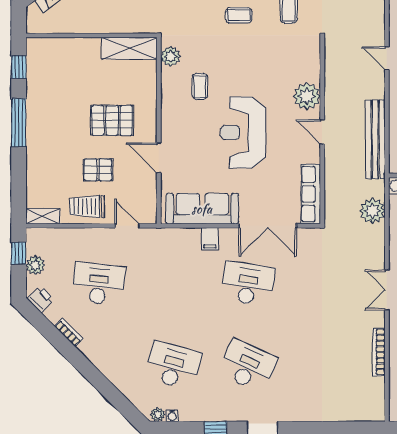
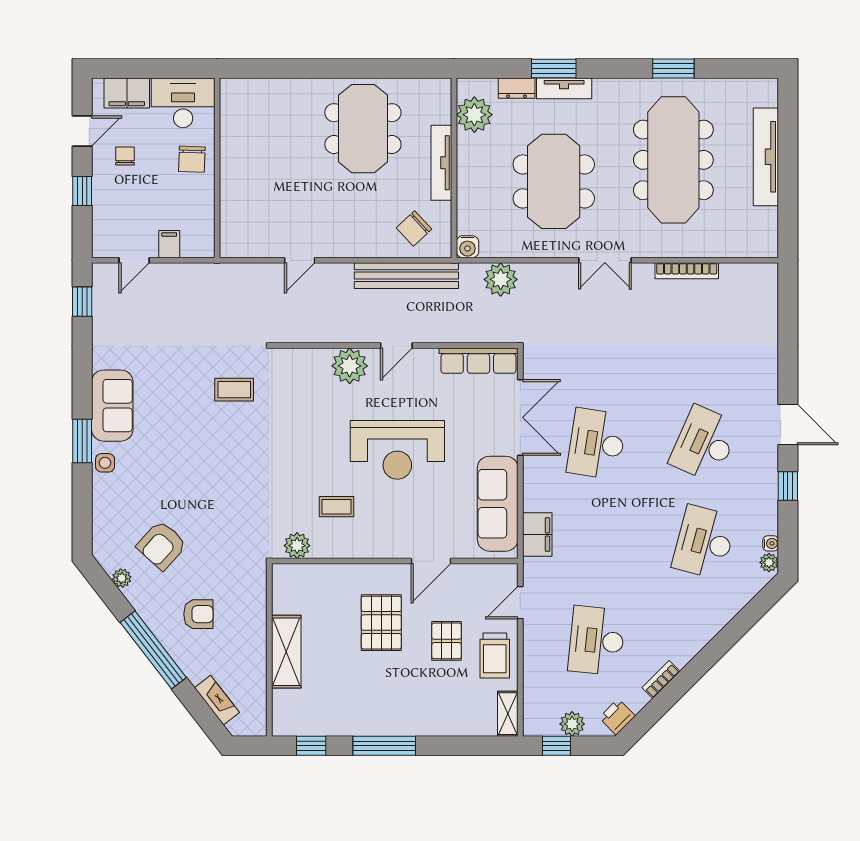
coffee table: (239, 15) -> (243, 455), removed
shelving: (129, 48) -> (286, 652), moved
filing cabinet: (210, 239) -> (537, 535), moved, width x2.00

